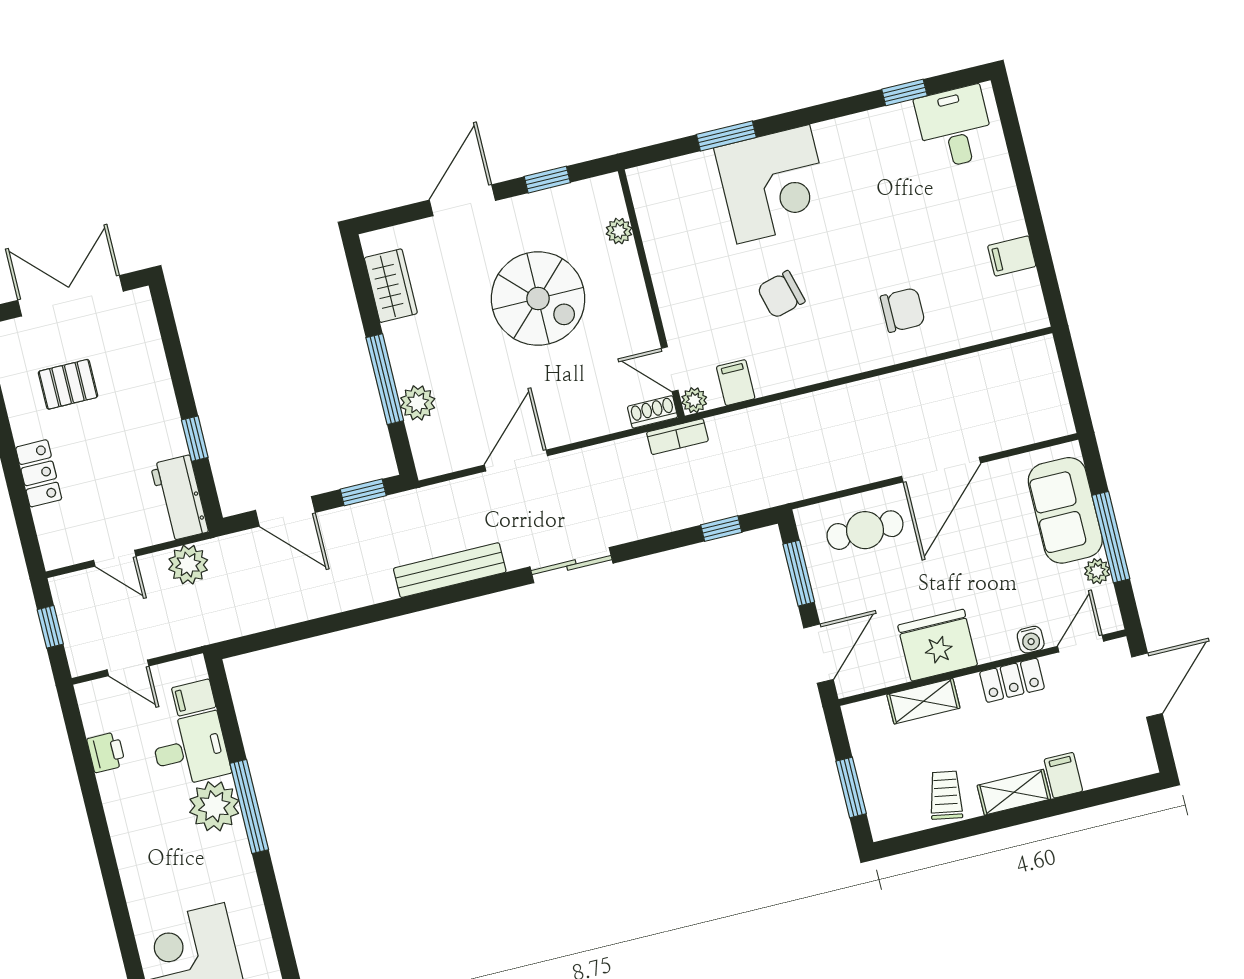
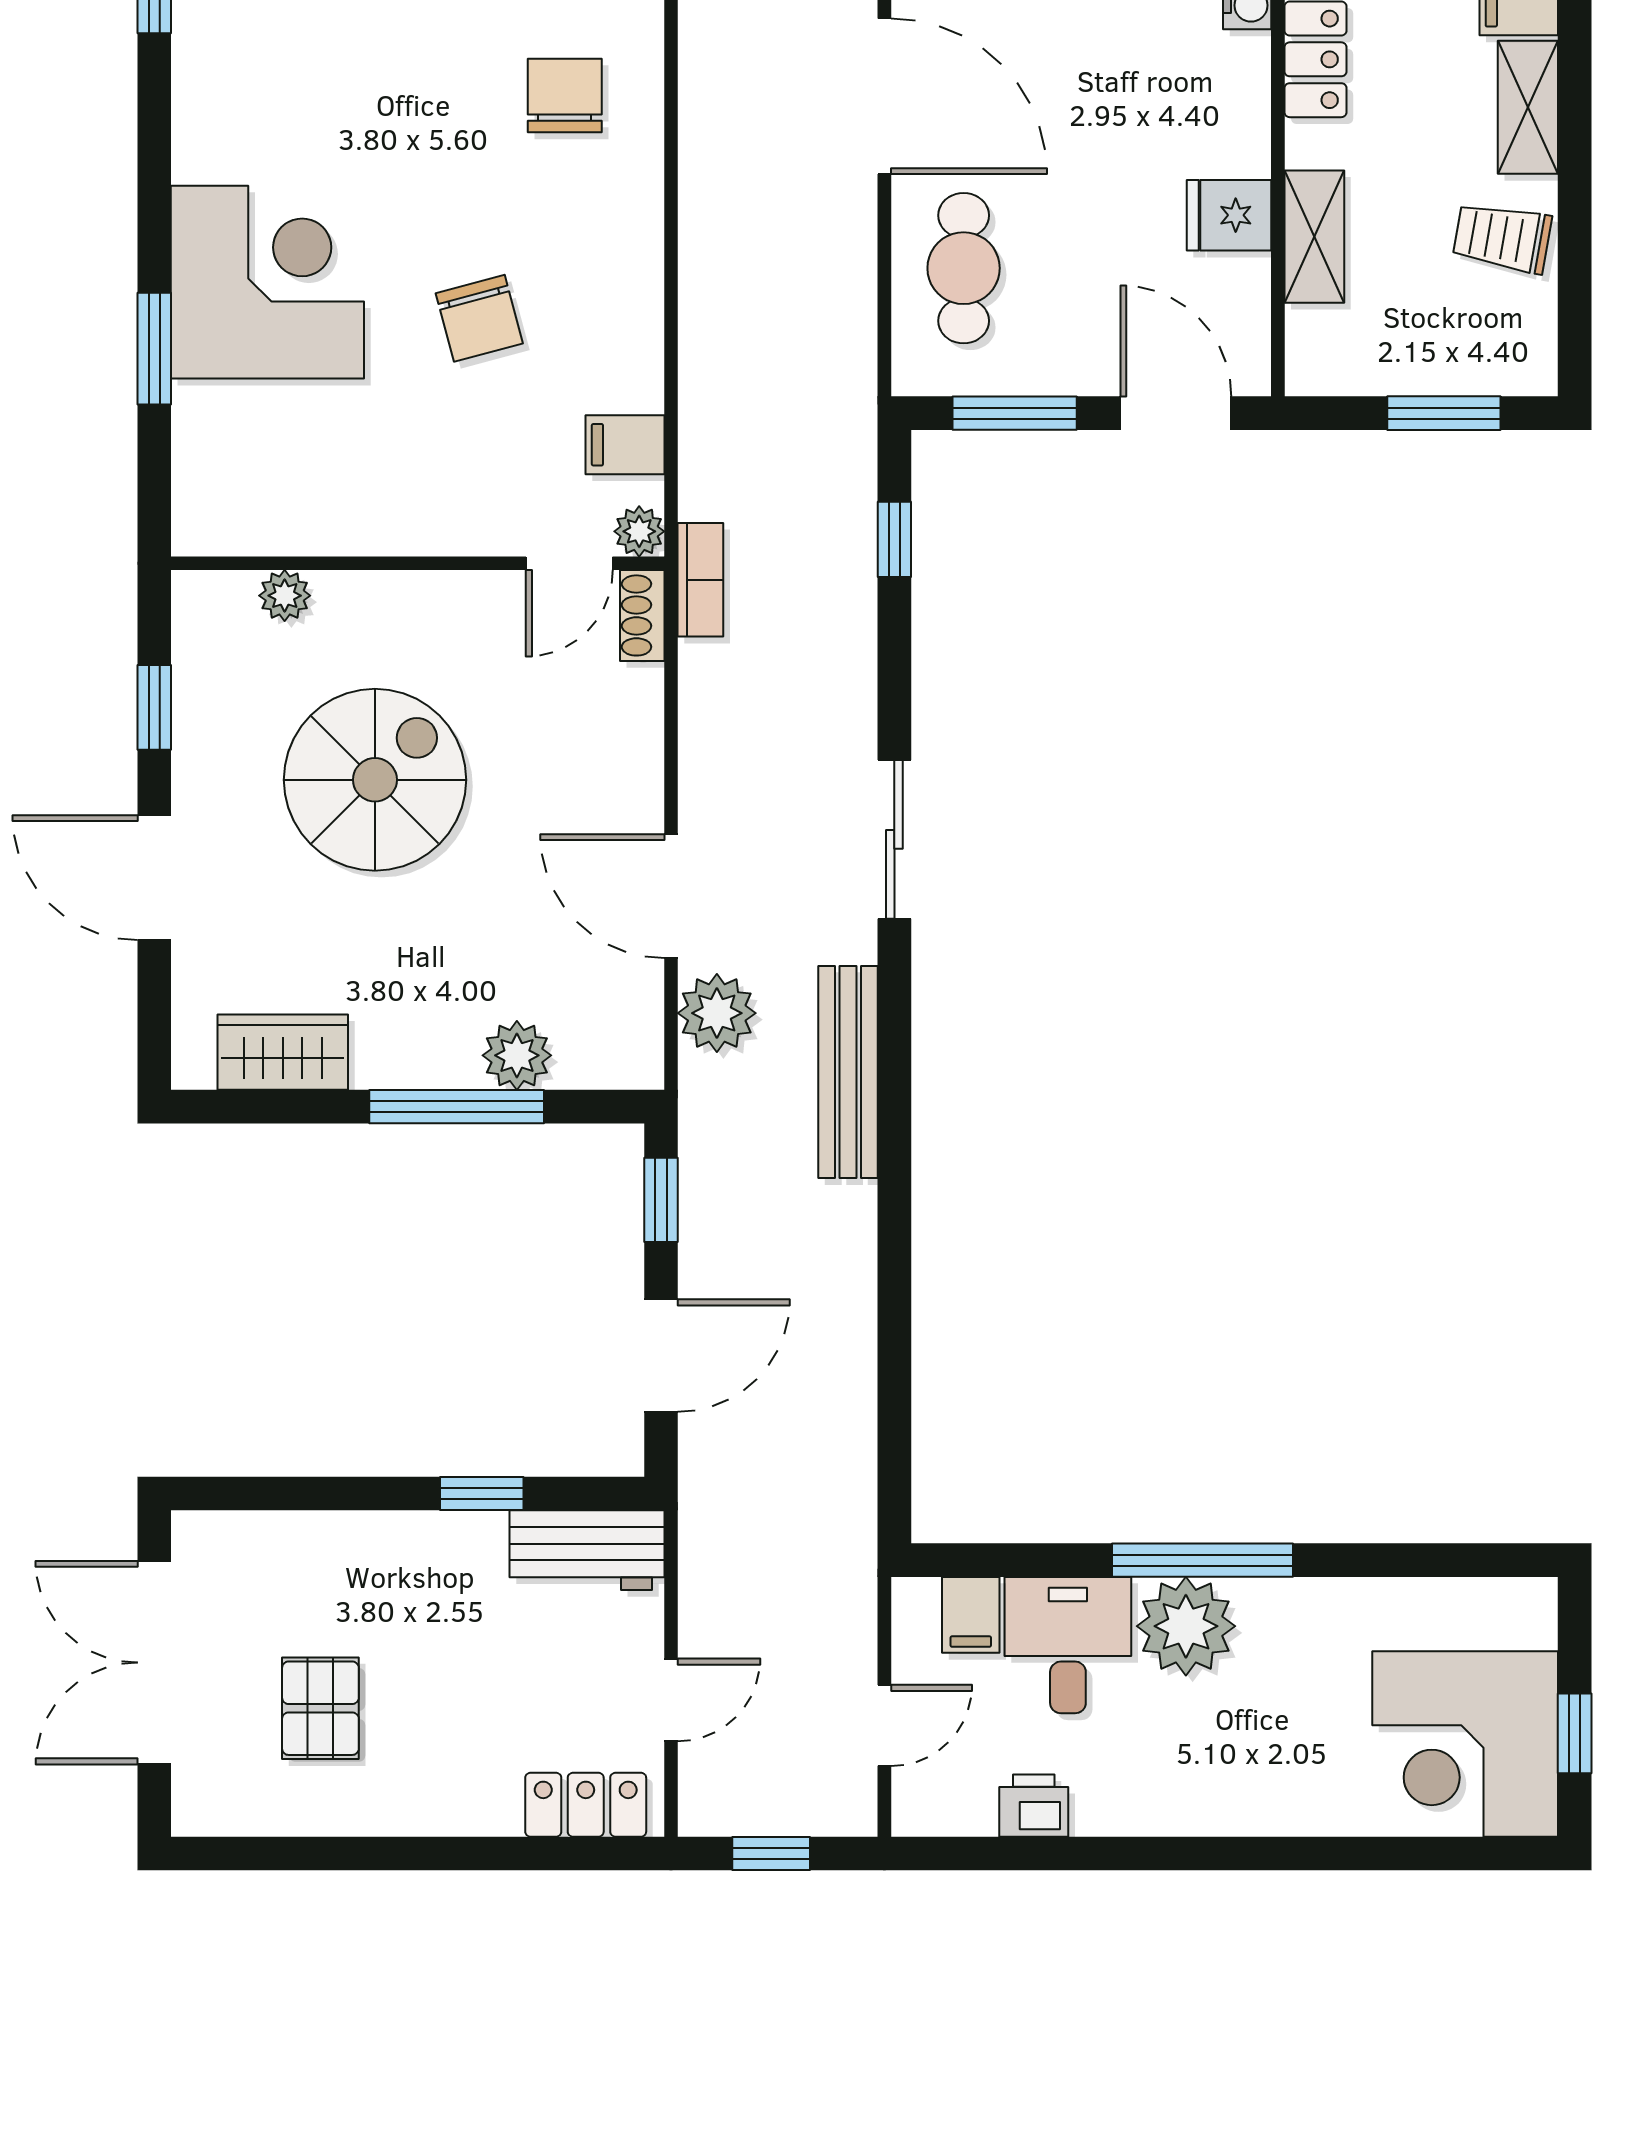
locker: (39, 473) -> (586, 1805), moved
plant: (188, 565) -> (717, 1013), moved
fridge: (938, 645) -> (1229, 215), width x0.53, depth x0.75

